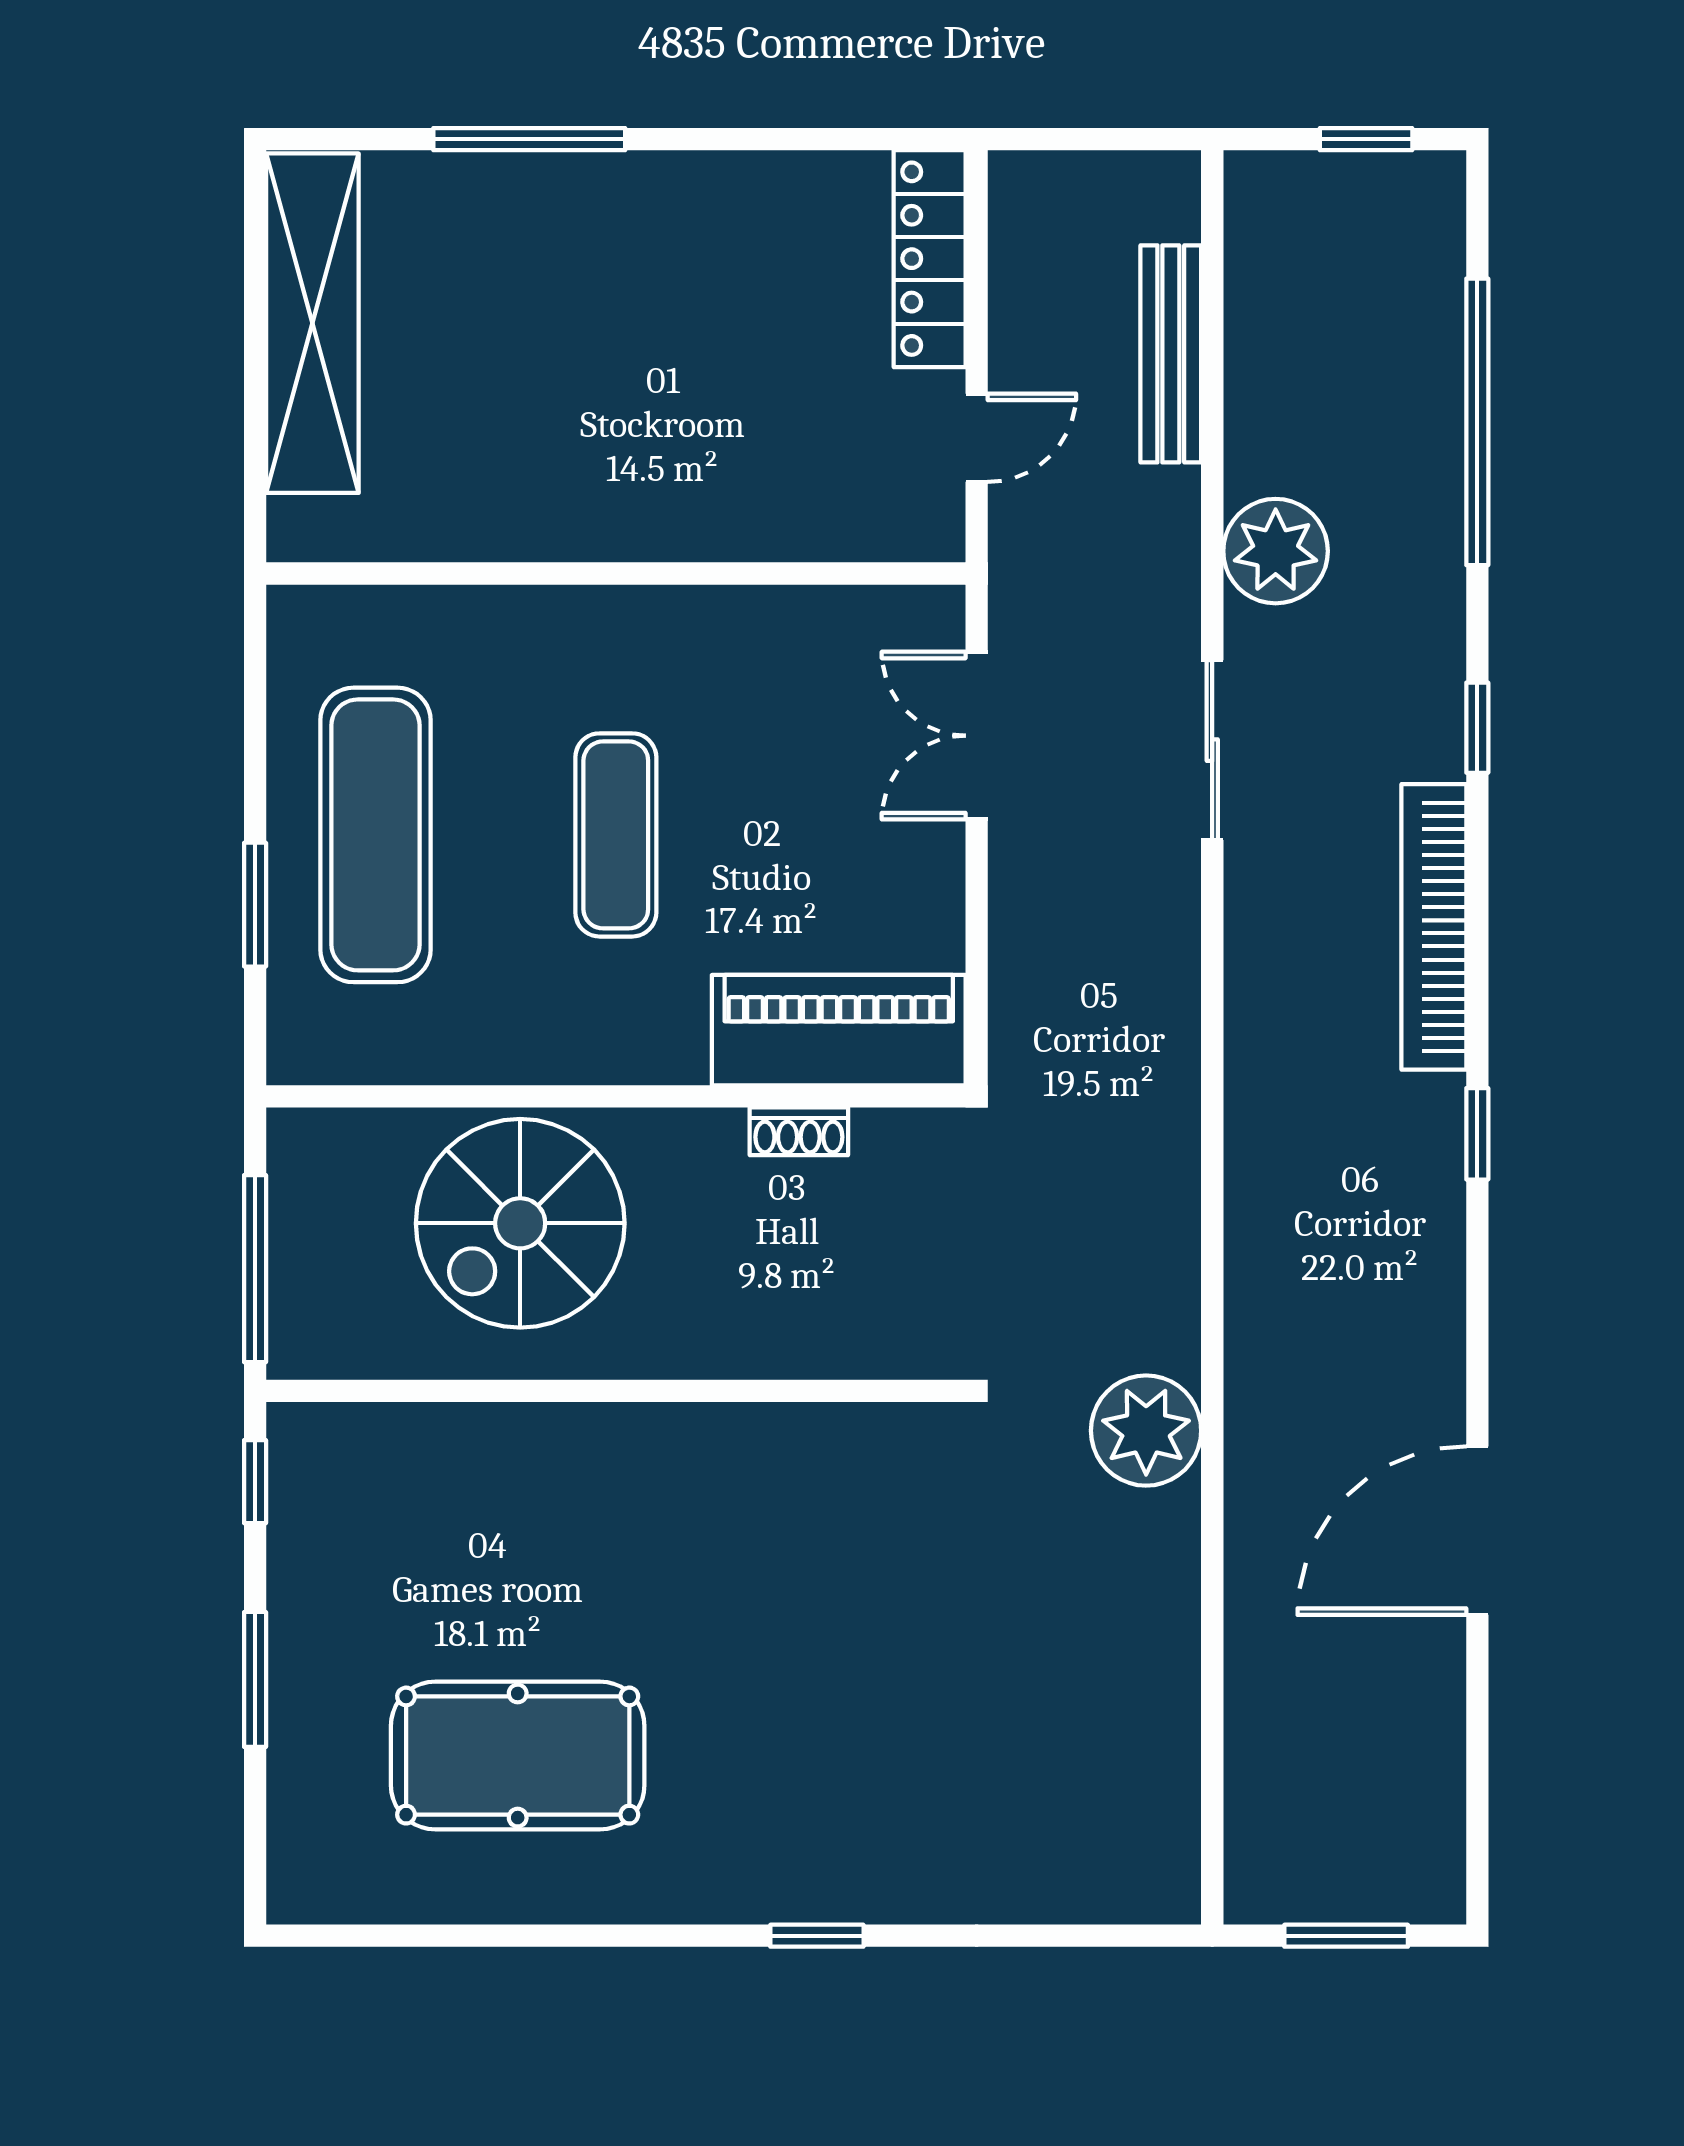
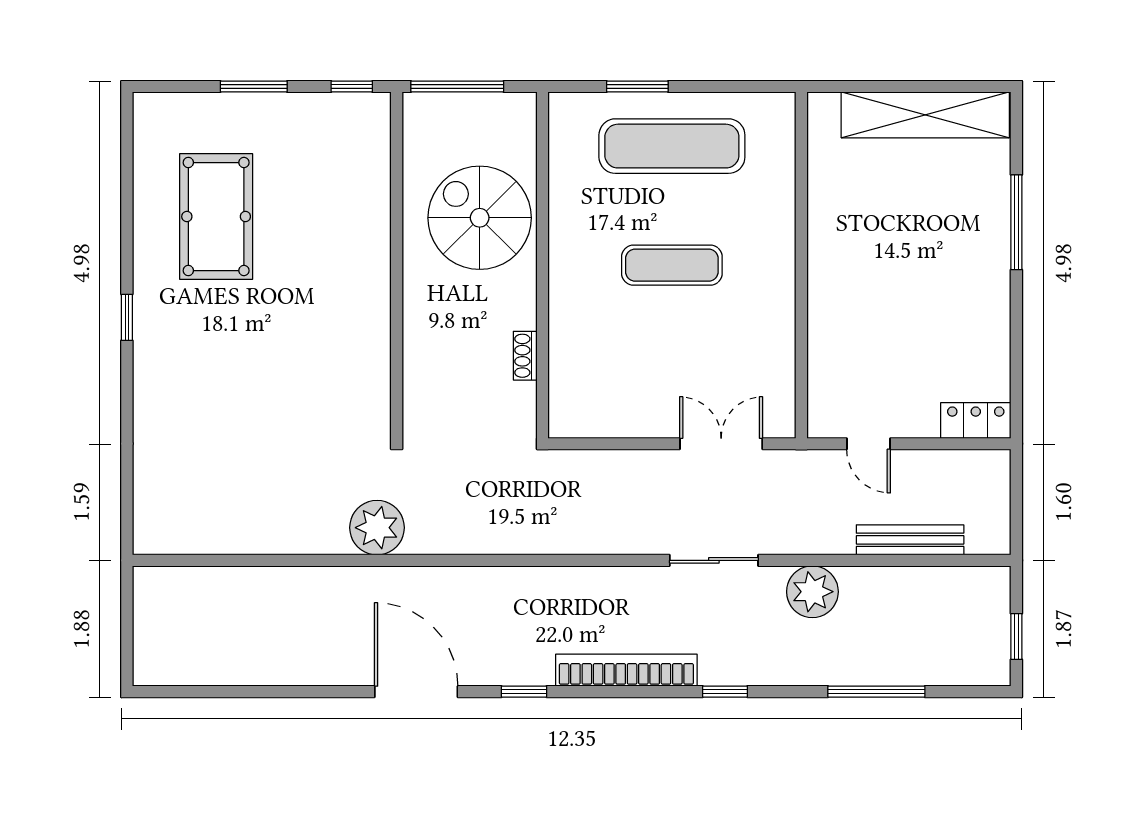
locker: (930, 259) -> (976, 420), width x0.66
window: (1477, 422) -> (876, 692), width x0.68
piano: (839, 1030) -> (575, 375), removed
door: (1477, 1531) -> (416, 692), moved
window: (817, 1936) -> (127, 317), moved
window: (1346, 1936) -> (127, 627), removed

